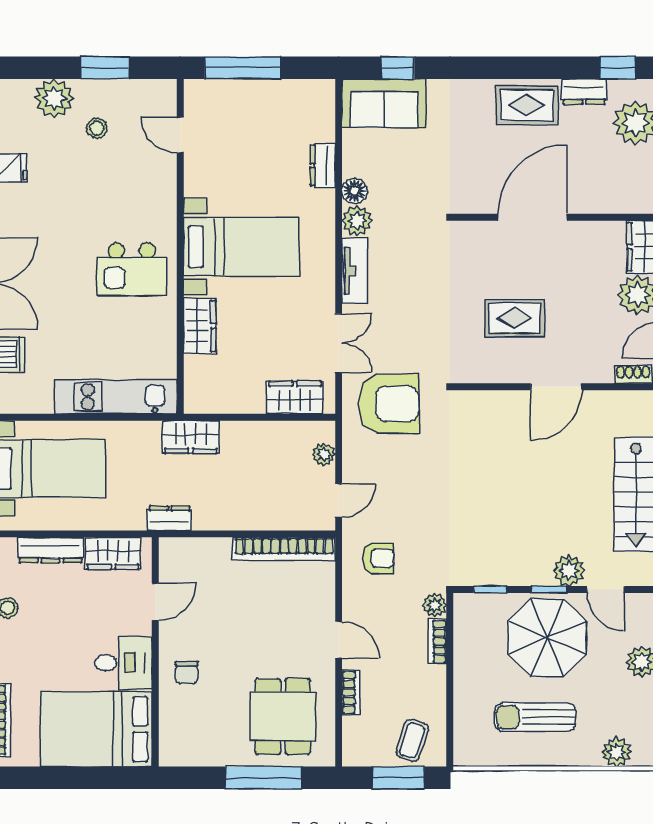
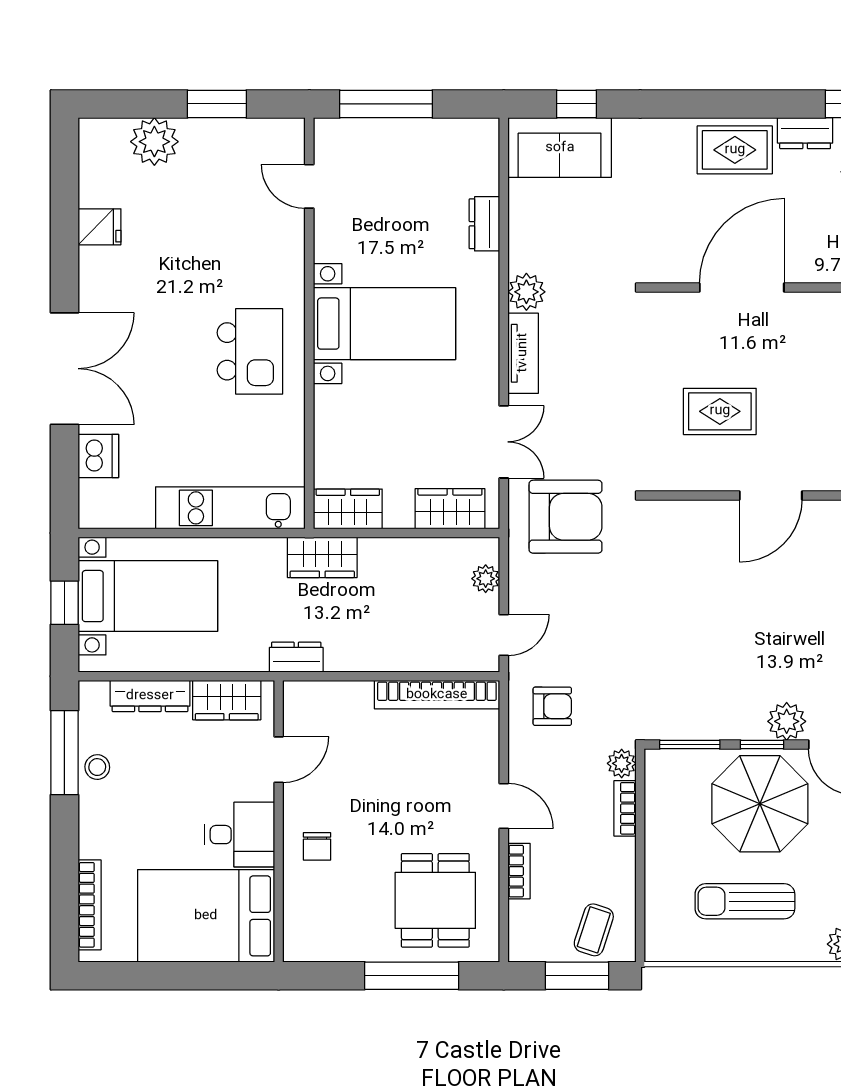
stool: (97, 128) -> (207, 178), removed
floor lamp: (355, 191) -> (523, 255), removed
kitchen island: (132, 269) -> (250, 351), turned -90
wardrobe: (200, 326) -> (348, 509), moved, turned -90
window: (490, 589) -> (690, 744), width x1.50

